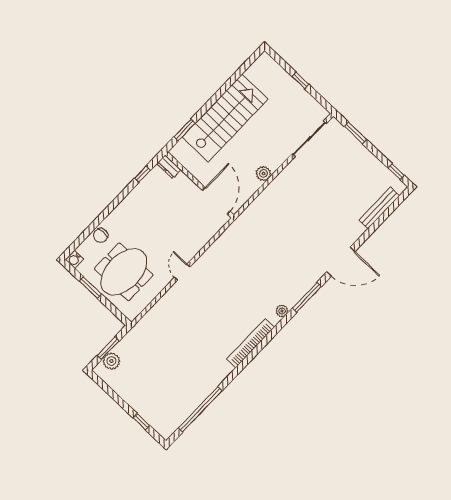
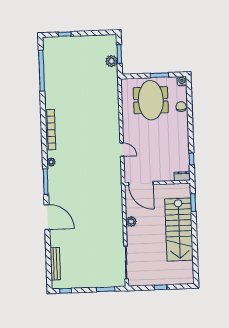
door: (341, 262) -> (47, 217), swing flipped
door: (182, 272) -> (122, 150), moved
plant: (111, 361) -> (111, 61), moved

